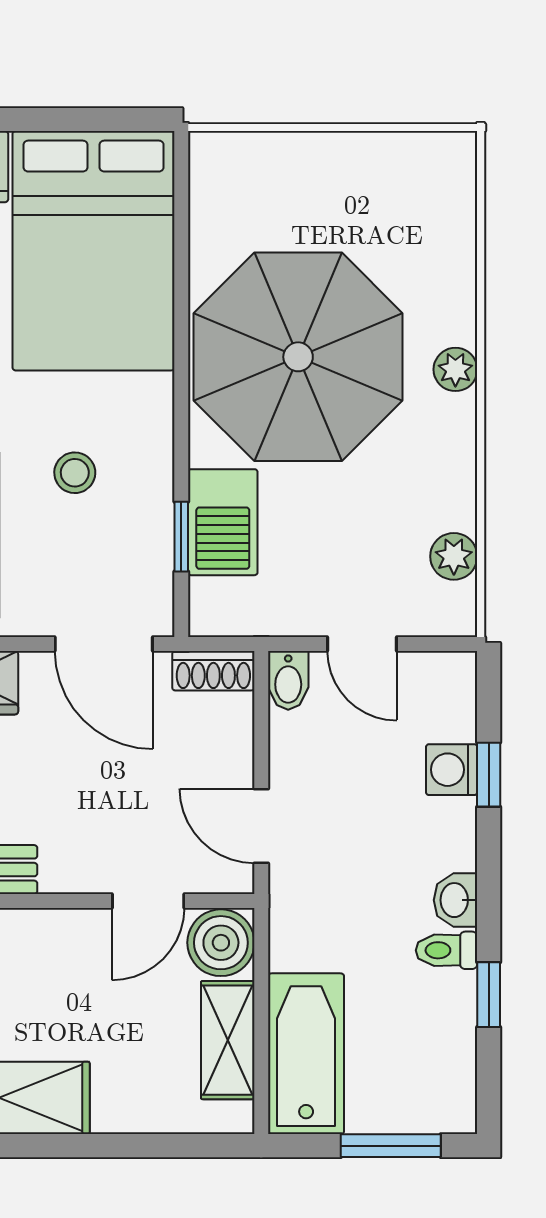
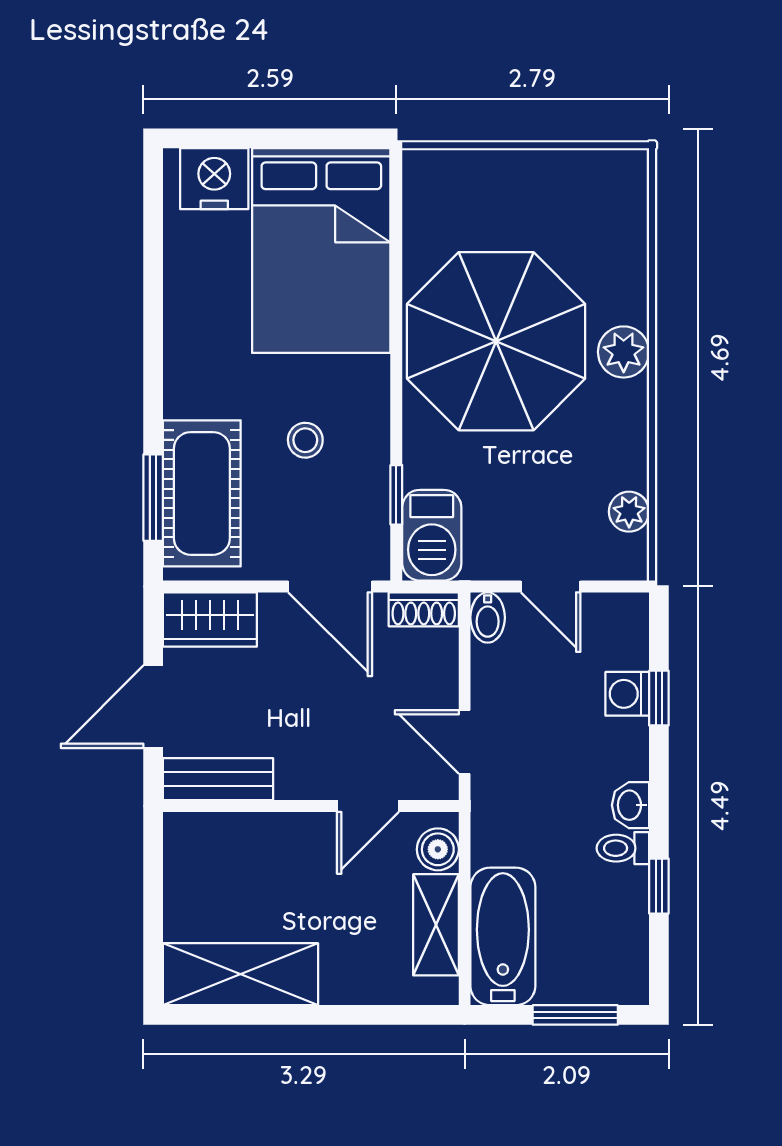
plant: (455, 369) -> (624, 352), width x1.38, depth x1.38
barbecue: (223, 522) -> (432, 535), moved
boiler: (221, 943) -> (438, 849), width x0.73, depth x0.73

